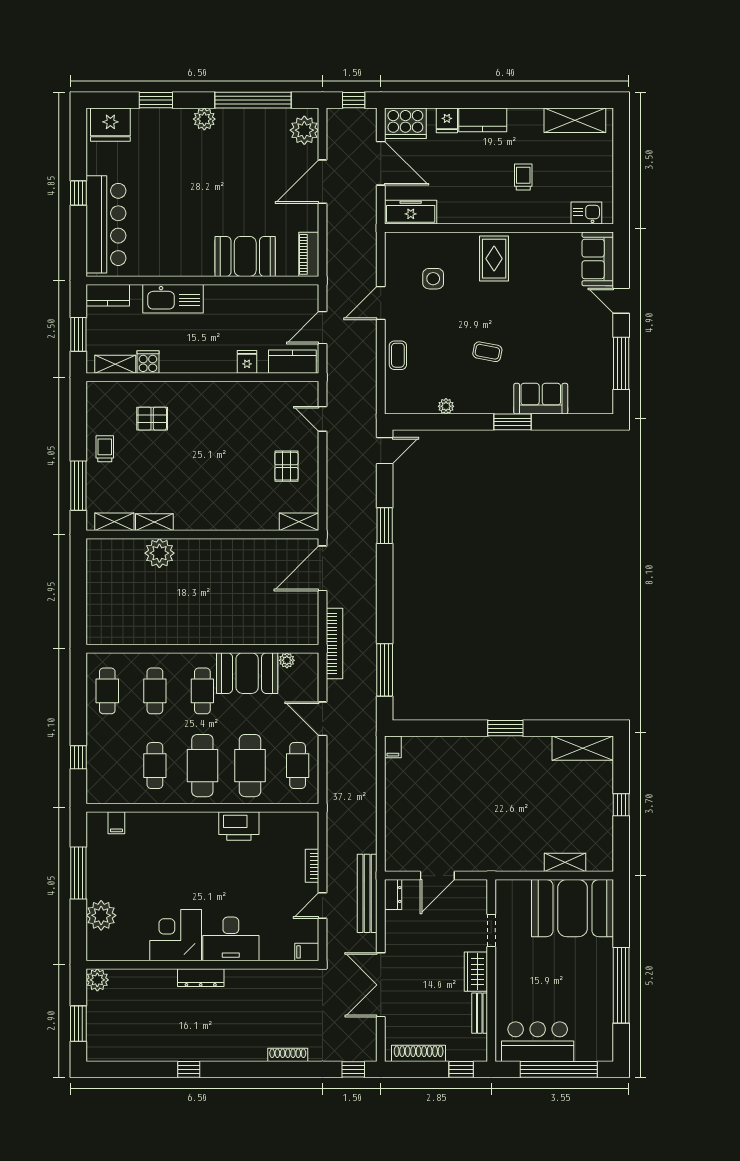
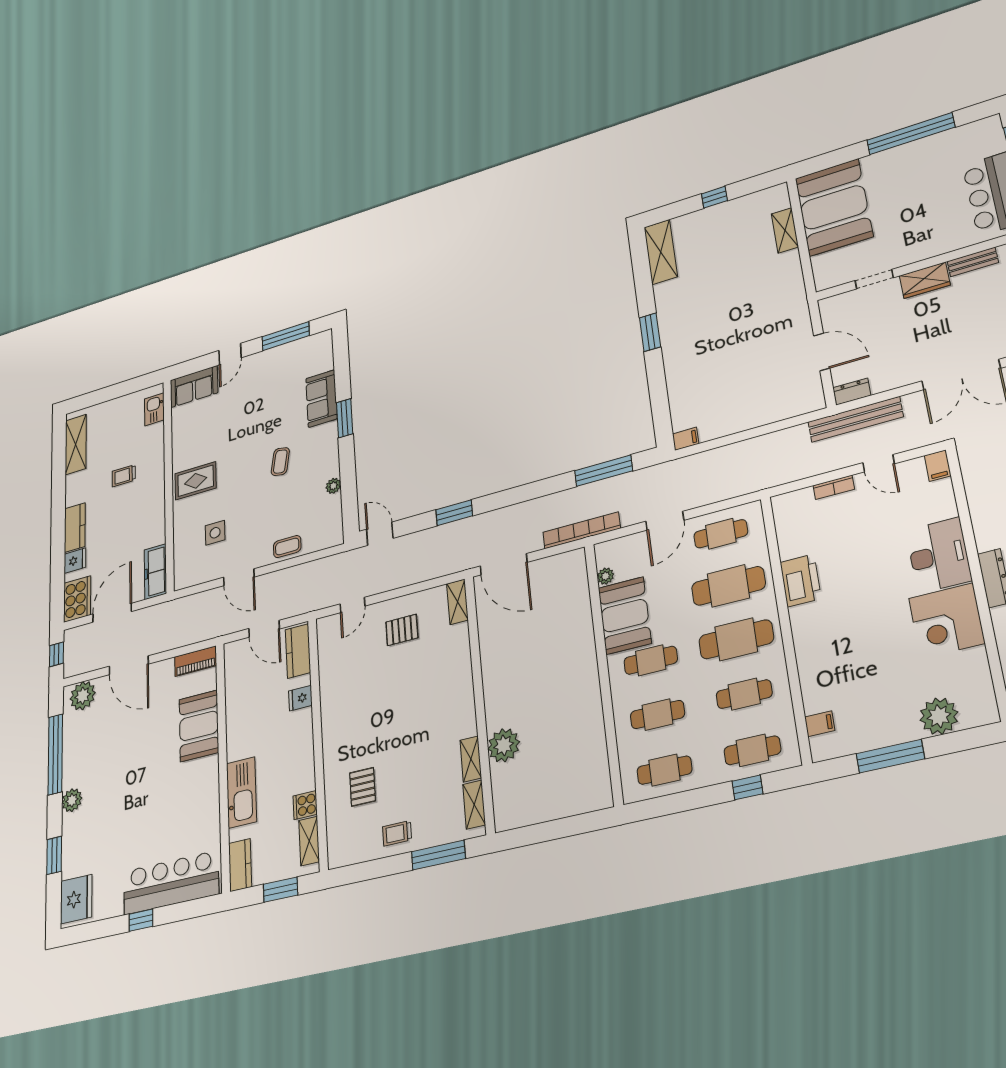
cafe table: (107, 766) -> (752, 750), added

